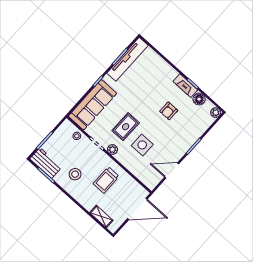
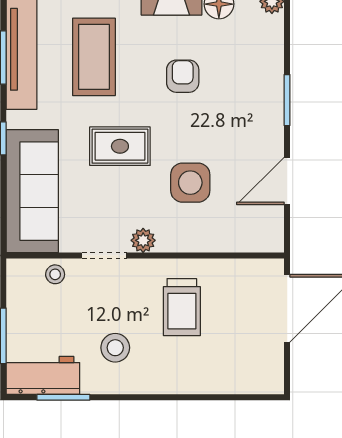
coffee table: (147, 81) -> (94, 57), added
armchair: (169, 111) -> (183, 76), turned 180
rug: (126, 127) -> (120, 146), moved, turned 90
shelving: (101, 217) -> (234, 382), removed

